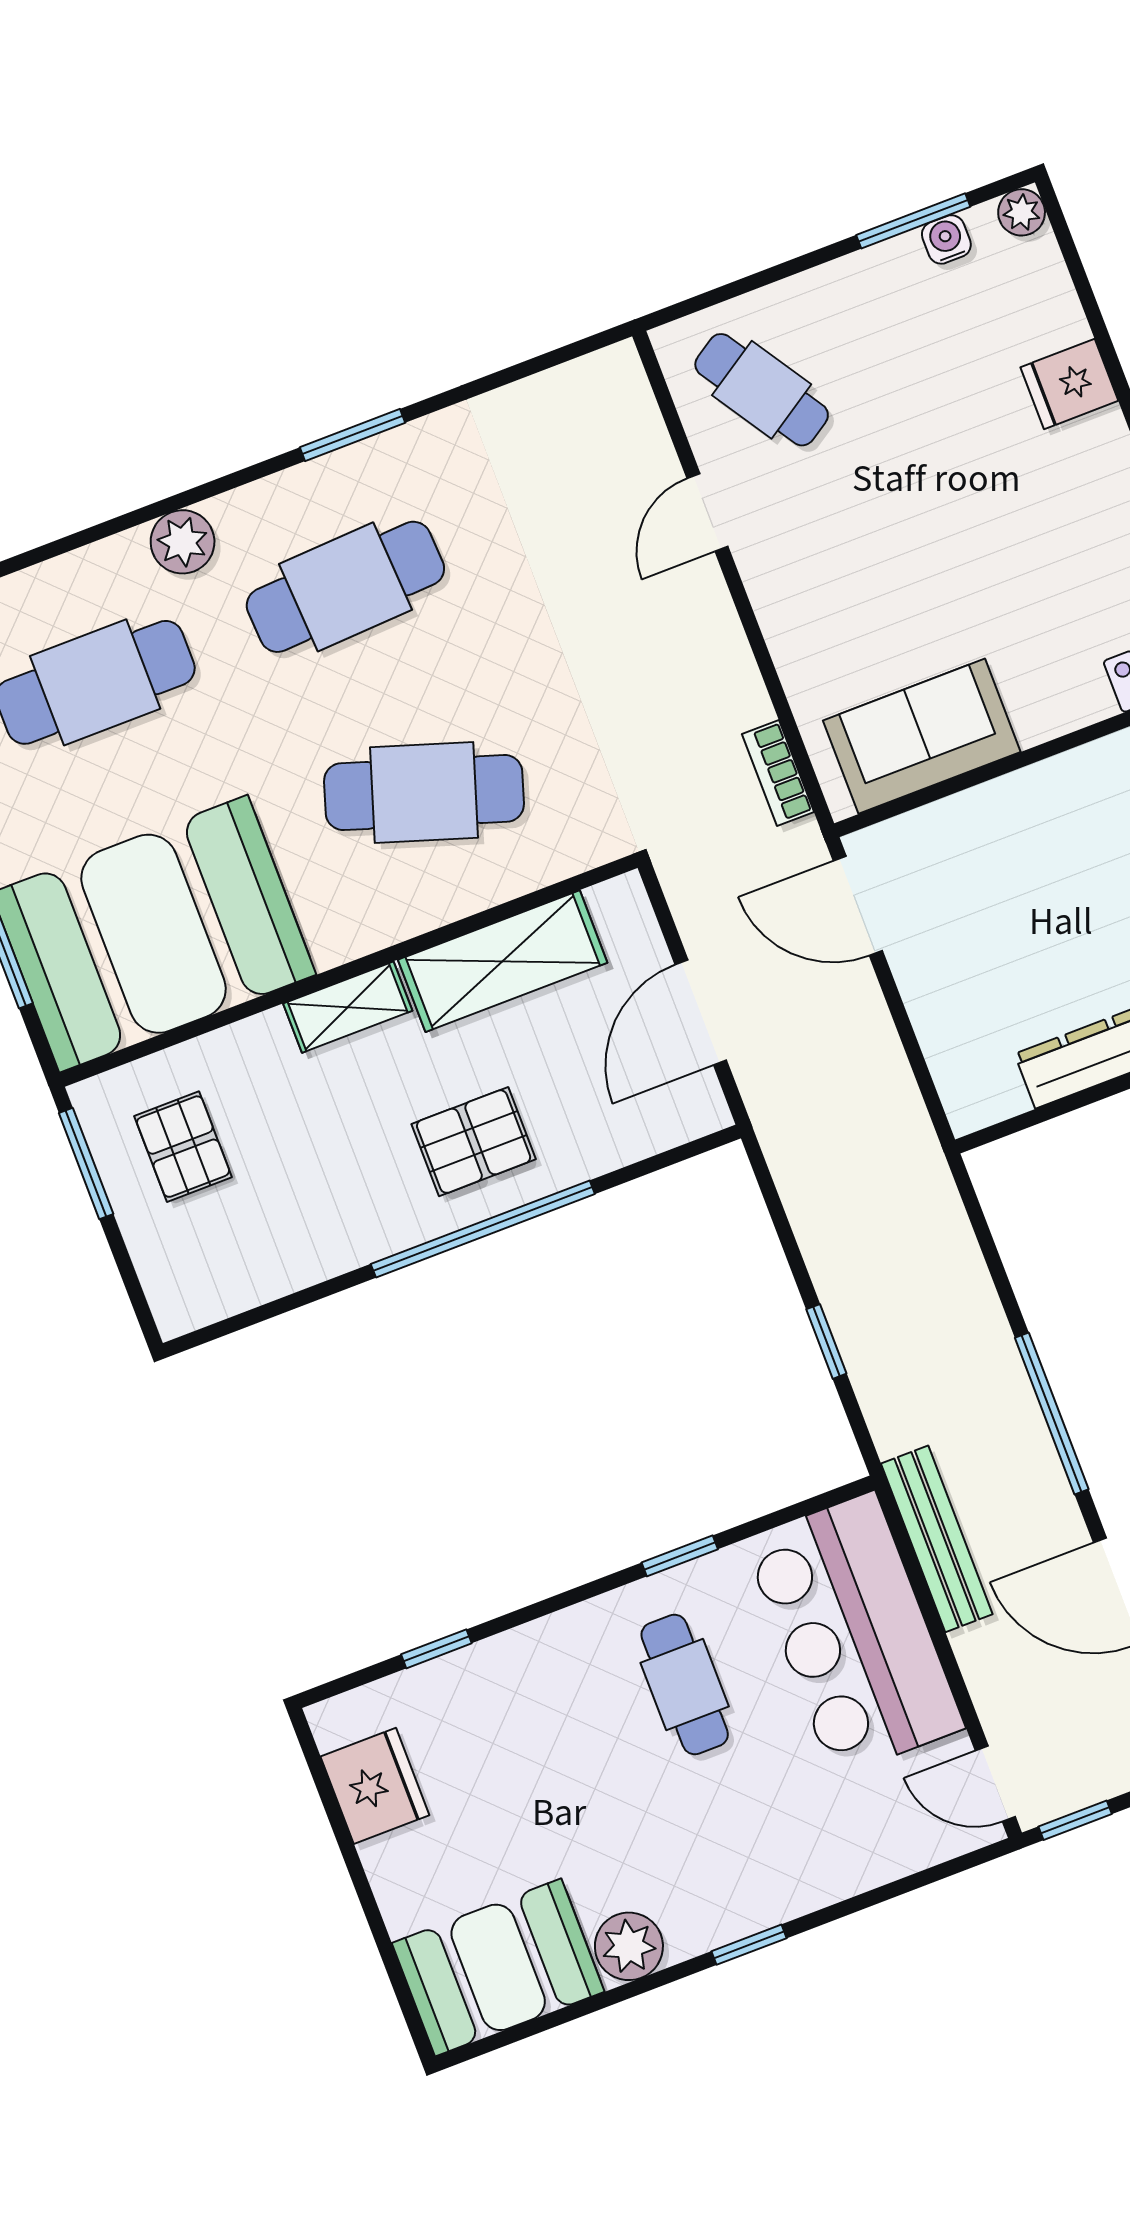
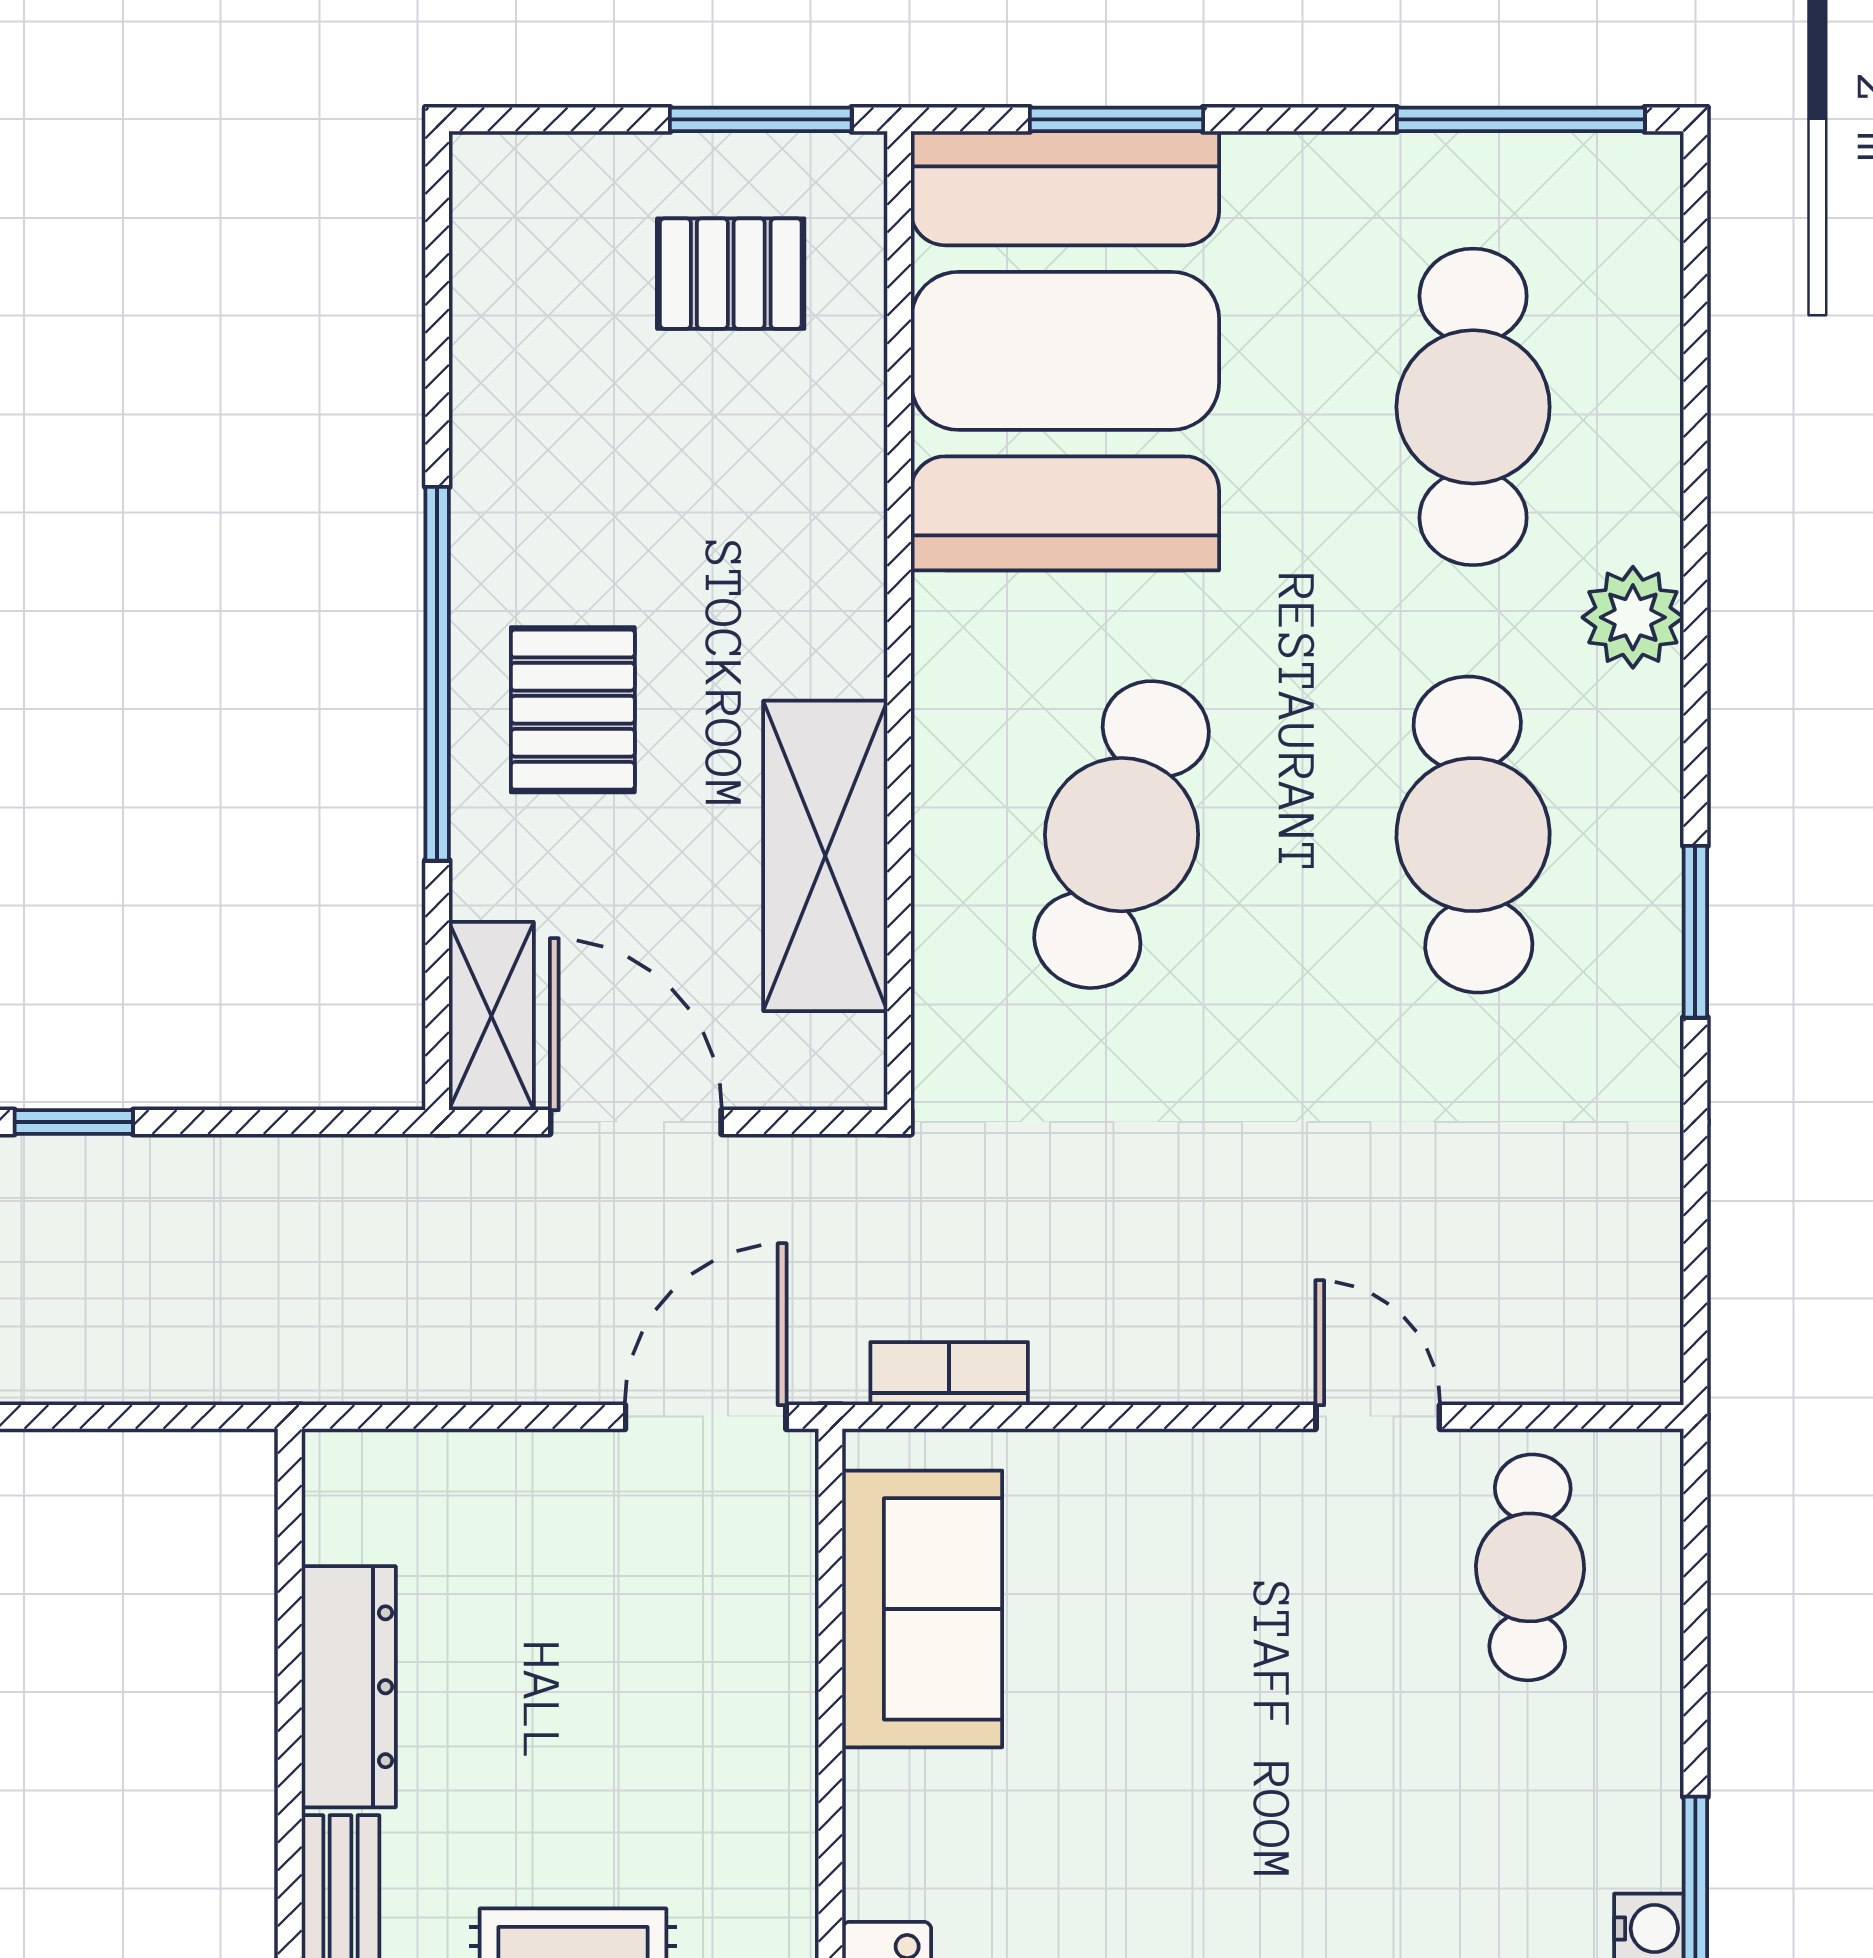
cafe table: (762, 390) -> (1530, 1567), turned -55
shelving: (348, 1007) -> (491, 1016), moved

